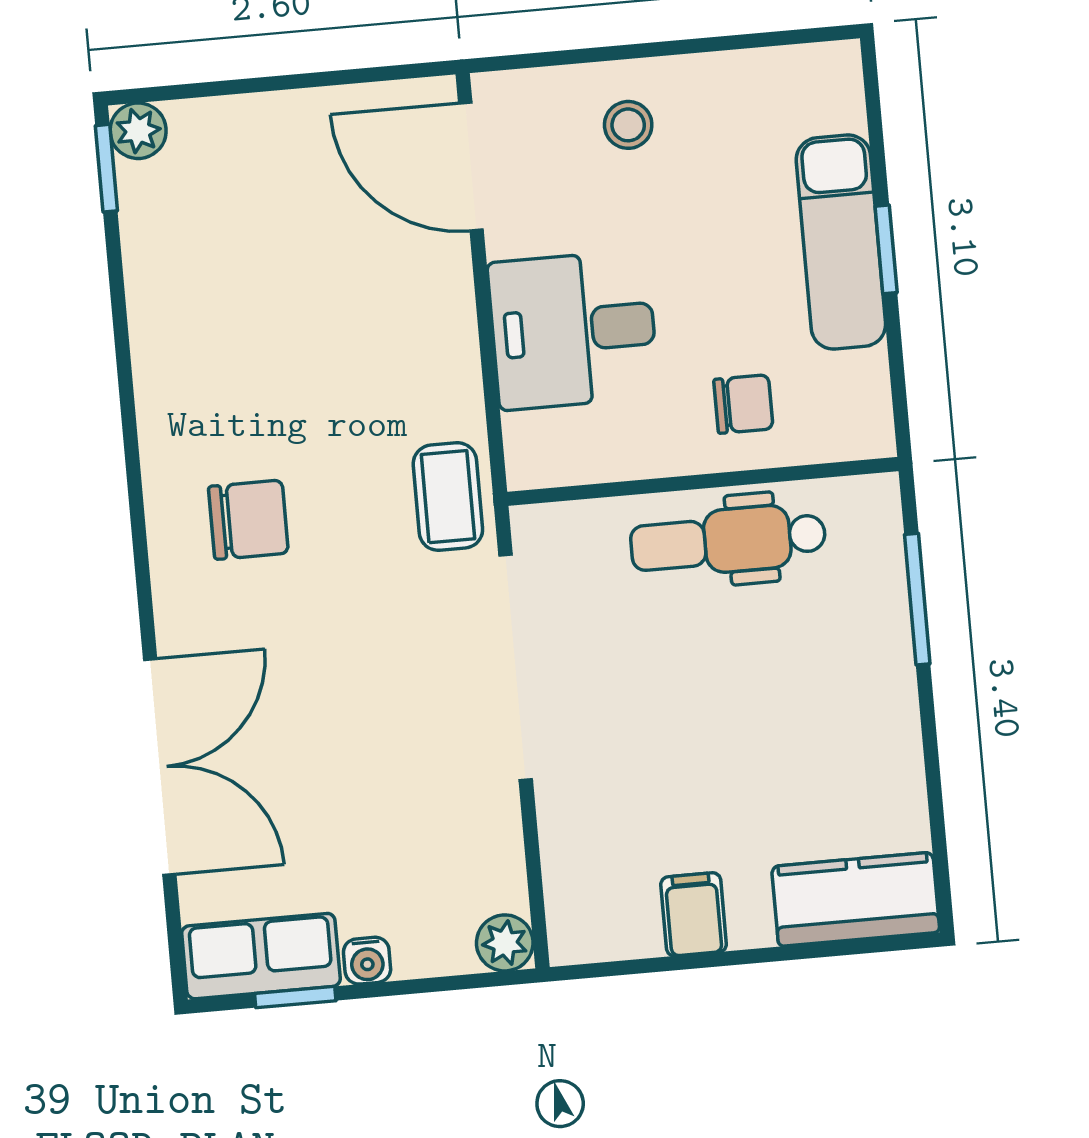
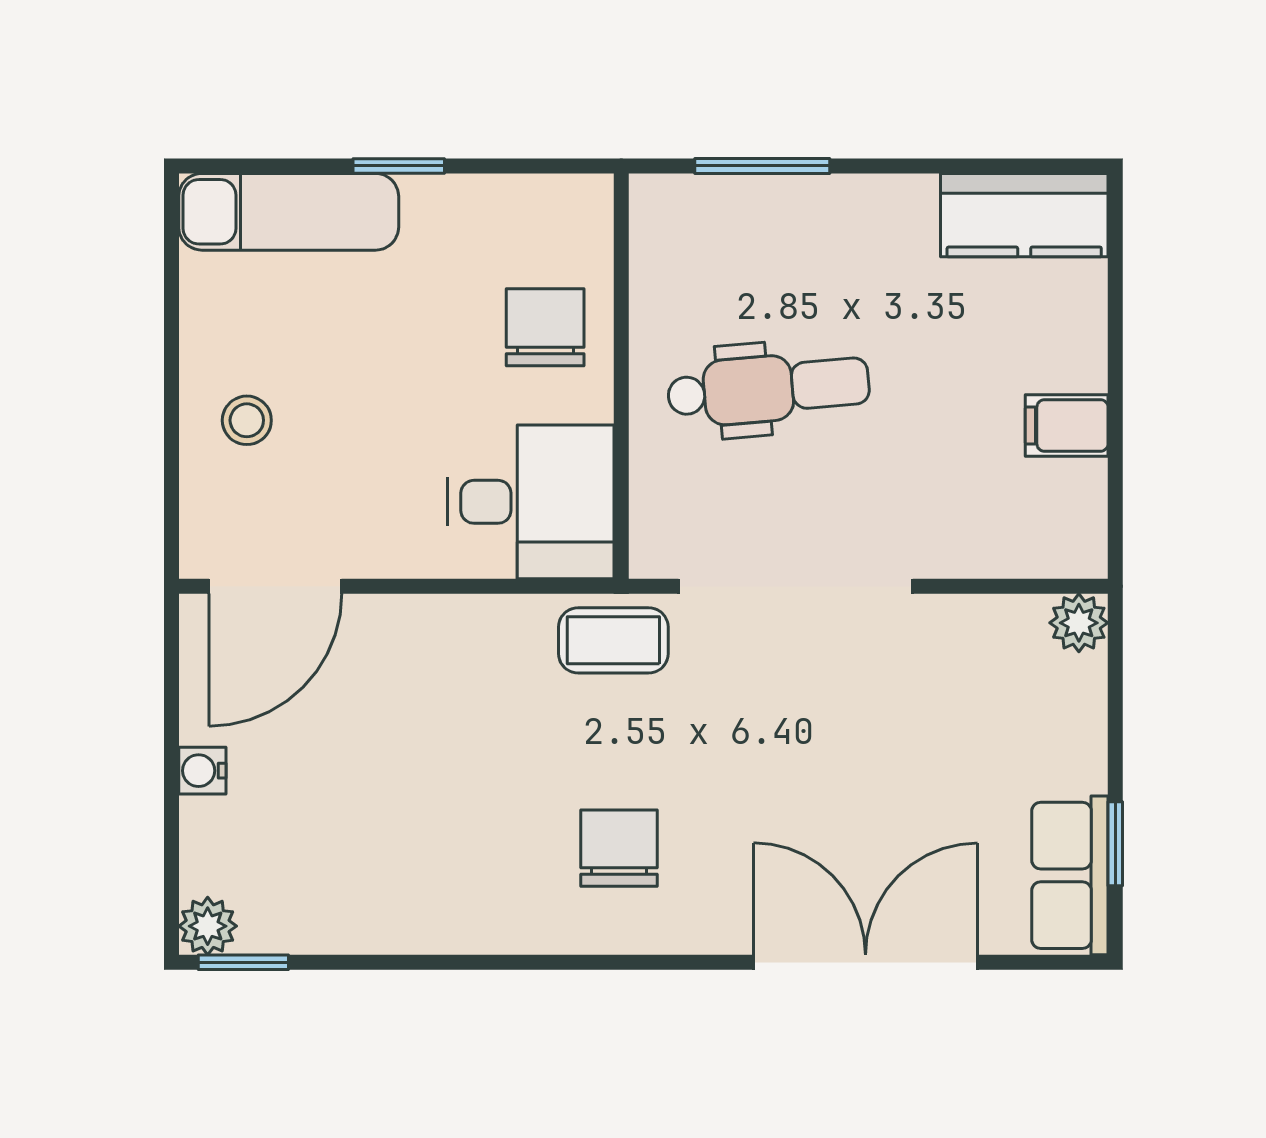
exam couch: (841, 242) -> (289, 212), moved
desk: (573, 330) -> (531, 502), moved, turned -90
chair: (743, 404) -> (545, 327), width x1.37, depth x1.37
dental chair: (728, 541) -> (768, 389), moved, turned -95
kitchen counter: (856, 899) -> (1024, 215), moved, turned -90
water cooler: (367, 961) -> (202, 771), moved, turned 180

